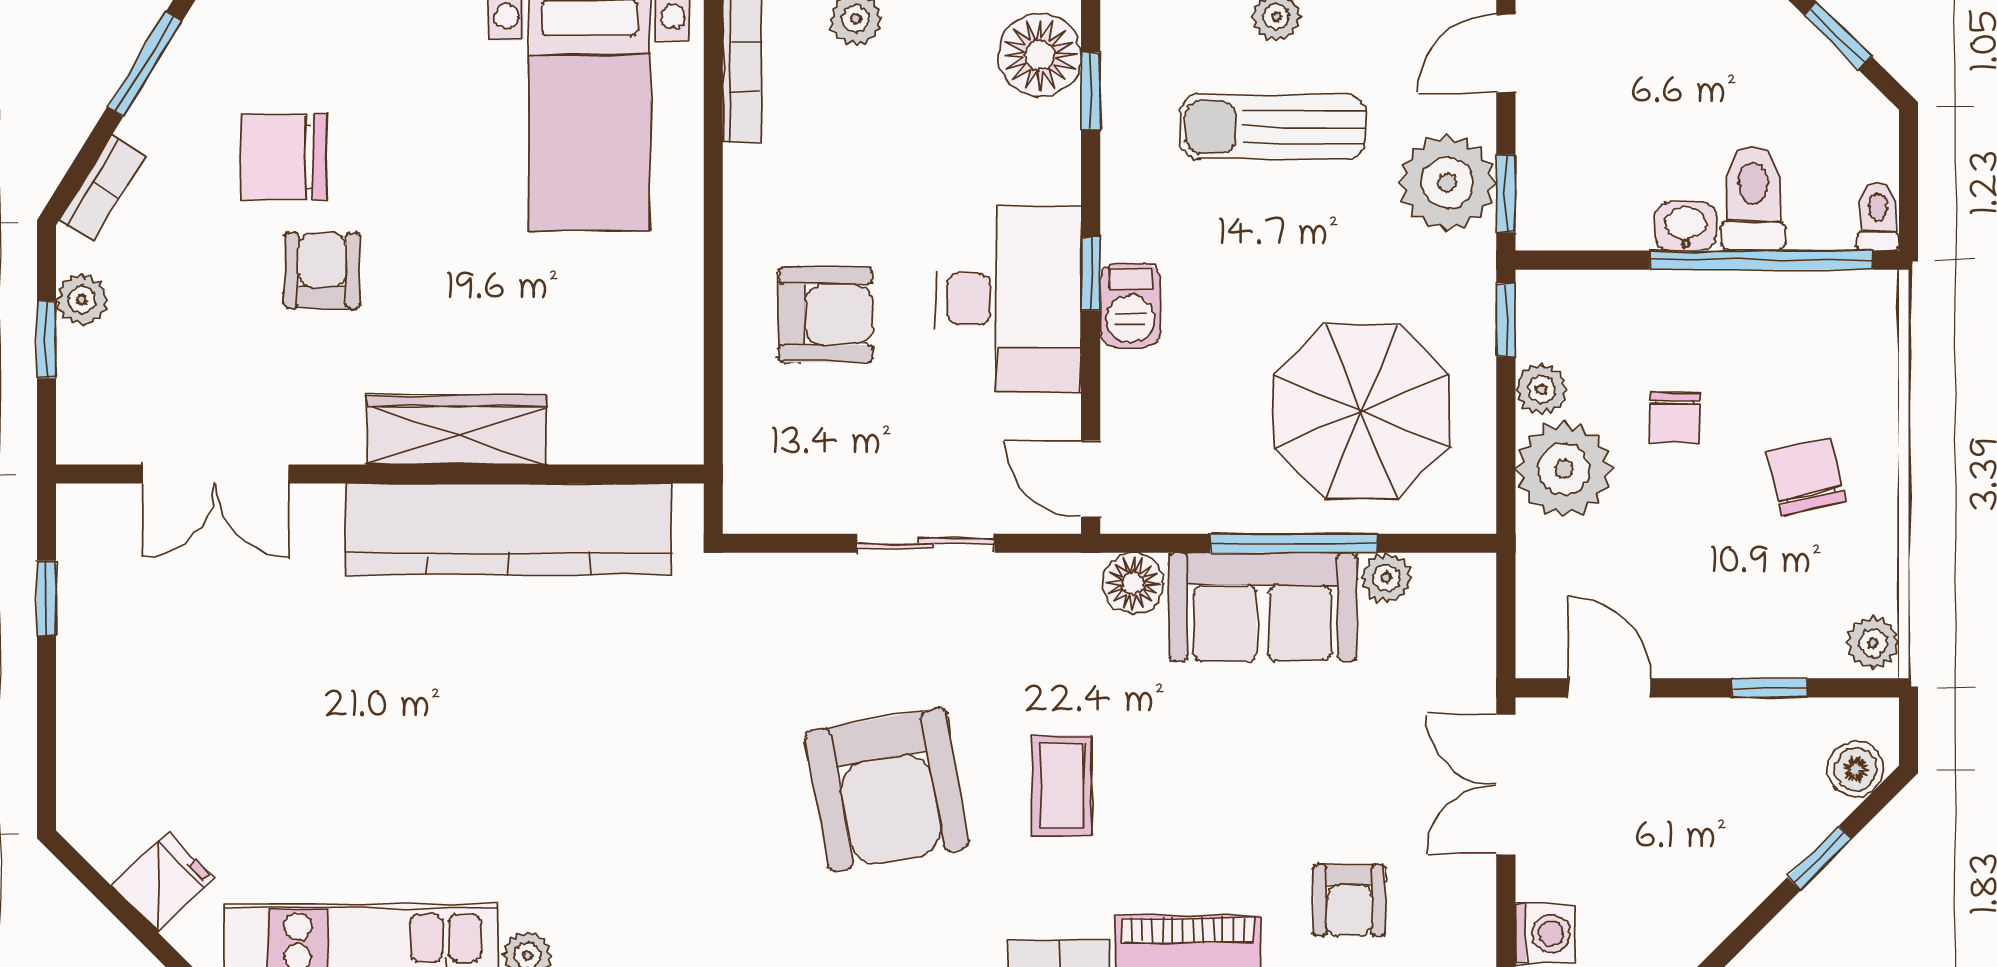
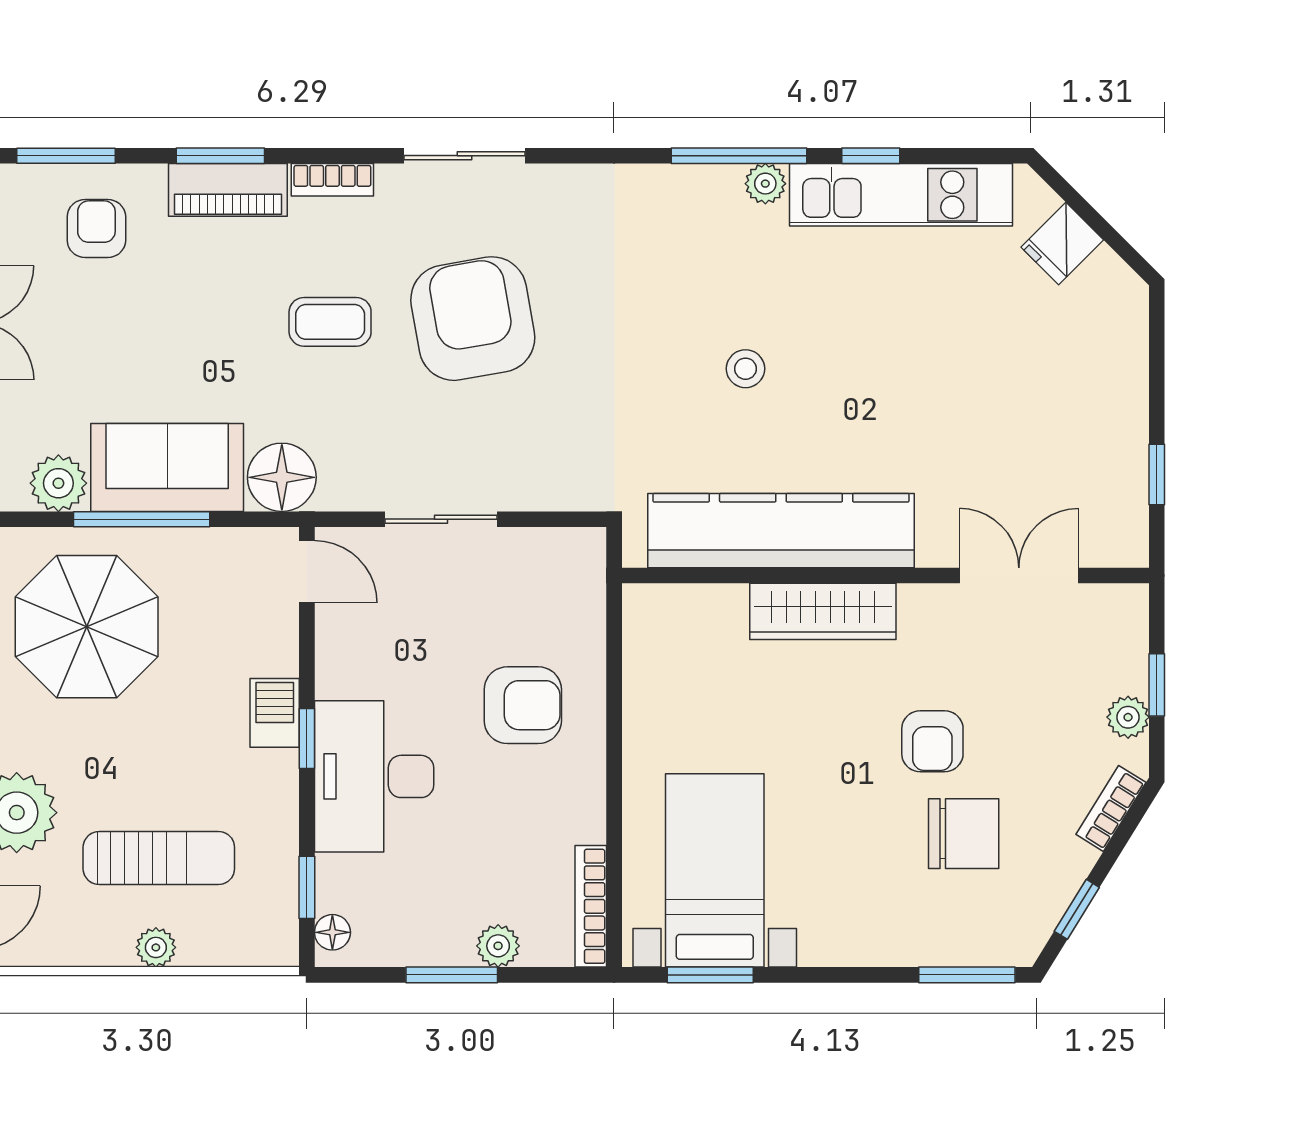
floor lamp: (1040, 55) -> (332, 932), width x0.53, depth x0.53
window: (145, 64) -> (1077, 909), width x0.67
desk: (1008, 299) -> (374, 776), moved
armchair: (825, 315) -> (523, 705), turned 180
plant: (1386, 578) -> (58, 483), width x1.38, depth x1.38
floor lamp: (1133, 583) -> (282, 477), width x1.38, depth x1.38
stool: (552, 728) -> (745, 369), added
coffee table: (1062, 786) -> (330, 322), turned 90

